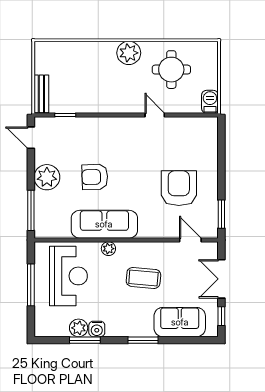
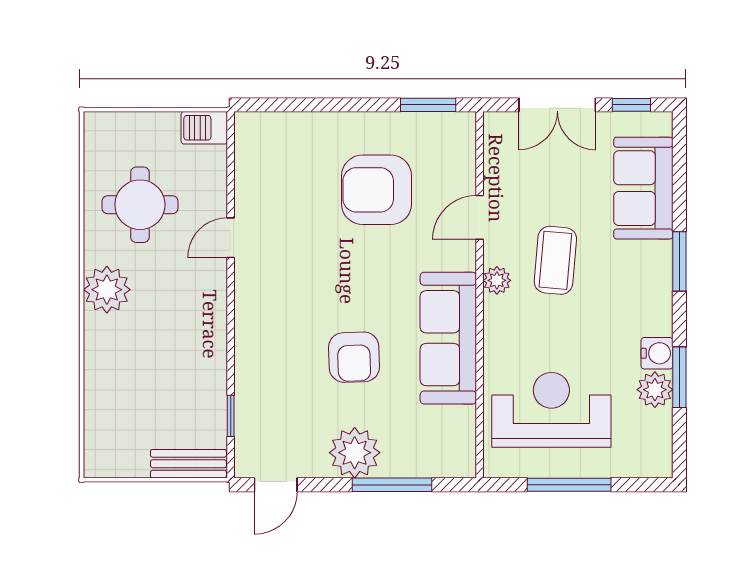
window: (31, 210) -> (392, 485), moved
door: (190, 240) -> (480, 217), moved
plant: (108, 249) -> (497, 280), moved

